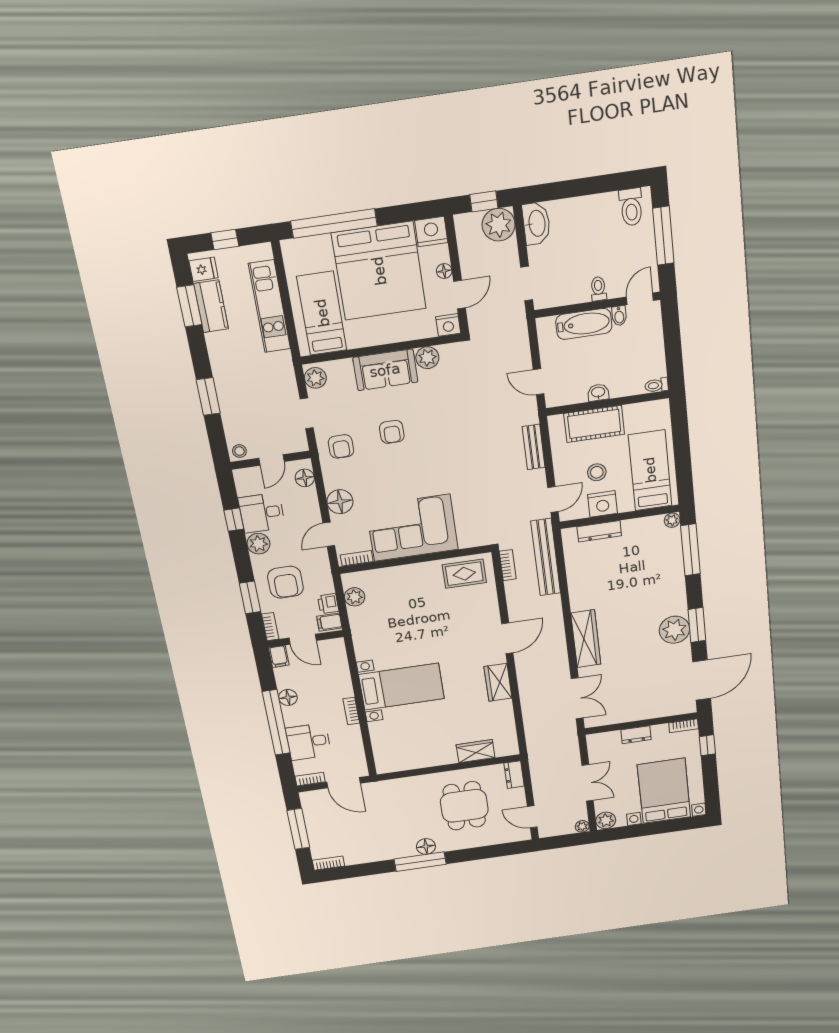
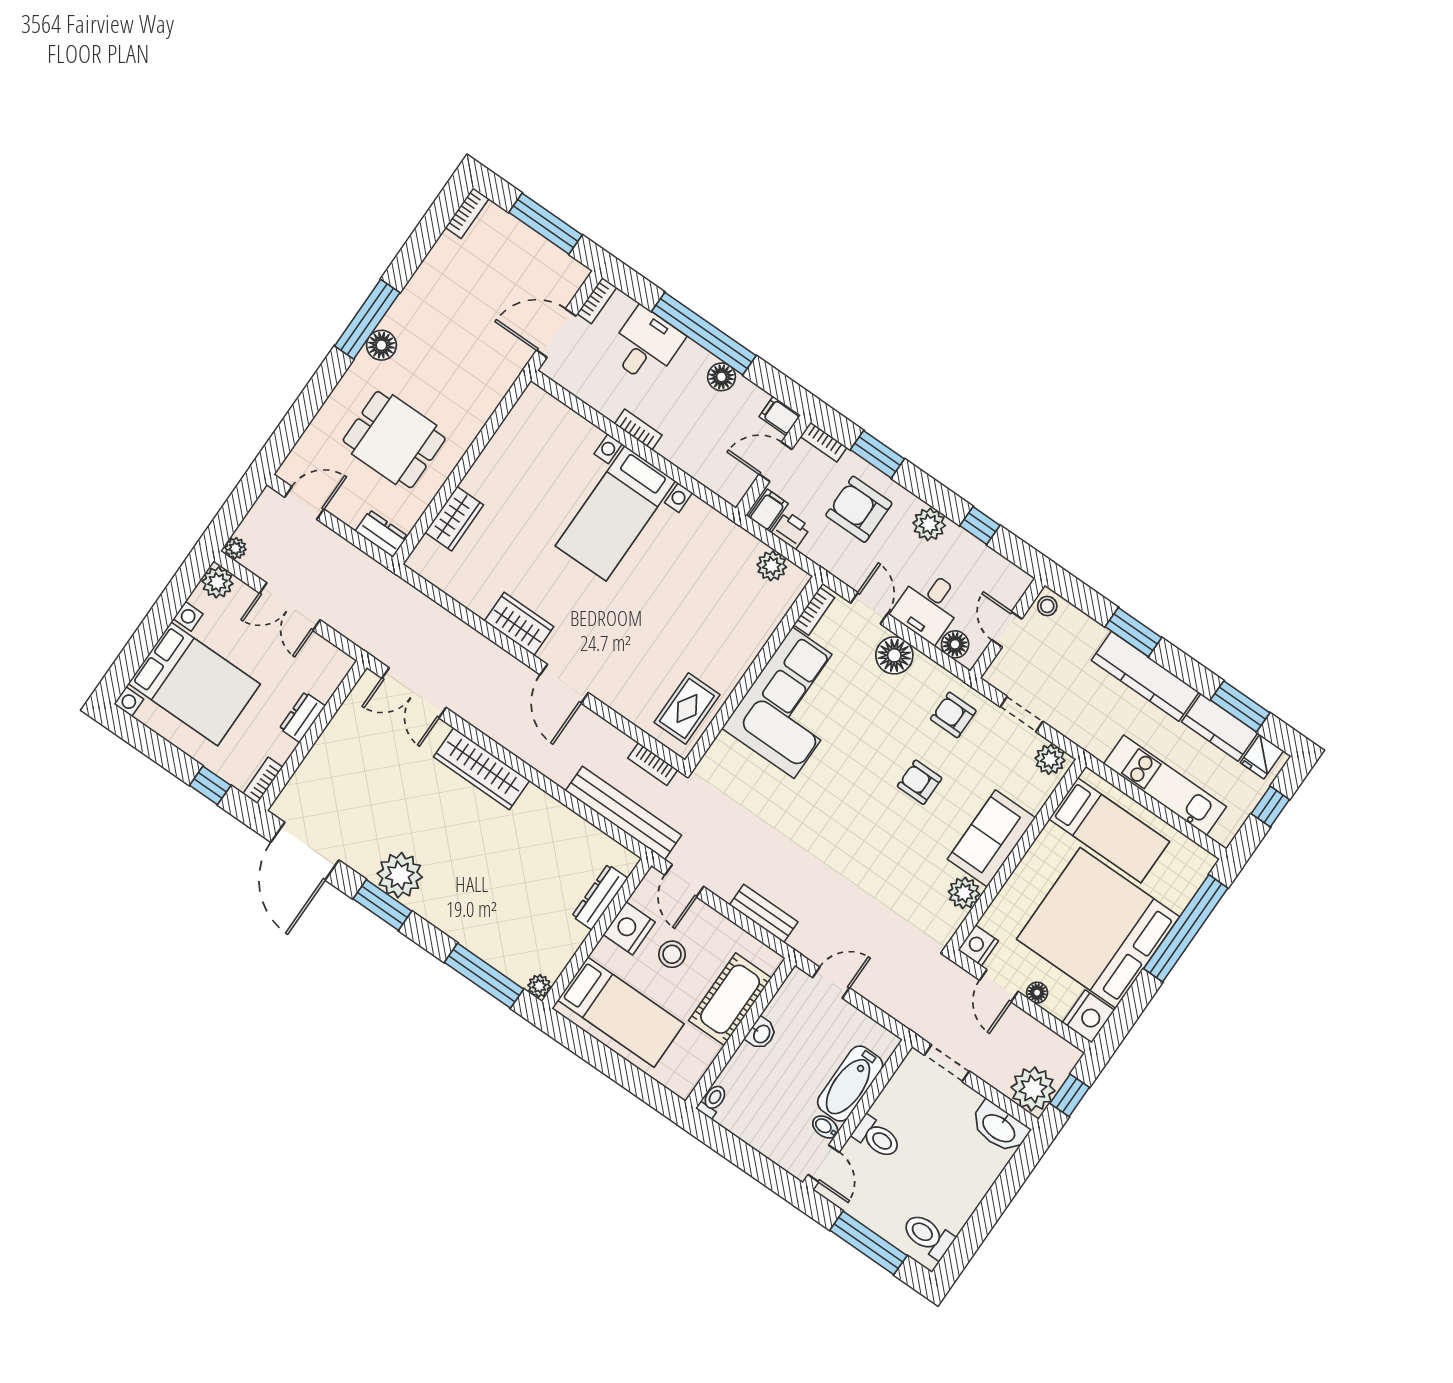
toilet: (598, 289) -> (877, 1137), width x1.37, depth x1.39
kitchen counter: (224, 370) -> (1145, 676), added
desk: (262, 513) -> (929, 606), moved, turned 180

